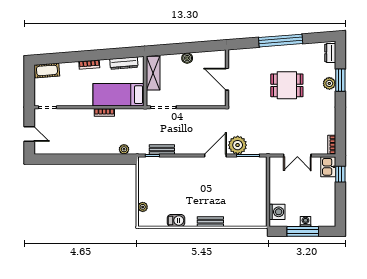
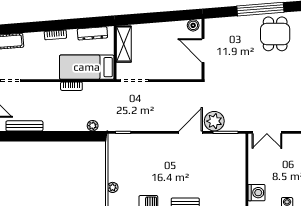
boiler: (187, 58) -> (193, 25), moved
dining table: (287, 85) -> (275, 34), moved, turned 90
bench: (162, 149) -> (24, 126), moved, width x1.36
double door: (297, 155) -> (267, 132), moved

